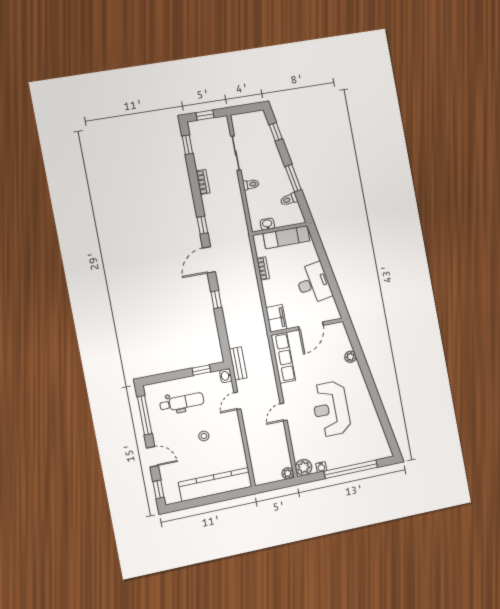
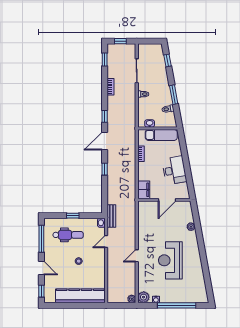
row of seats: (283, 358) -> (143, 218), removed
window: (201, 370) -> (73, 216), moved

